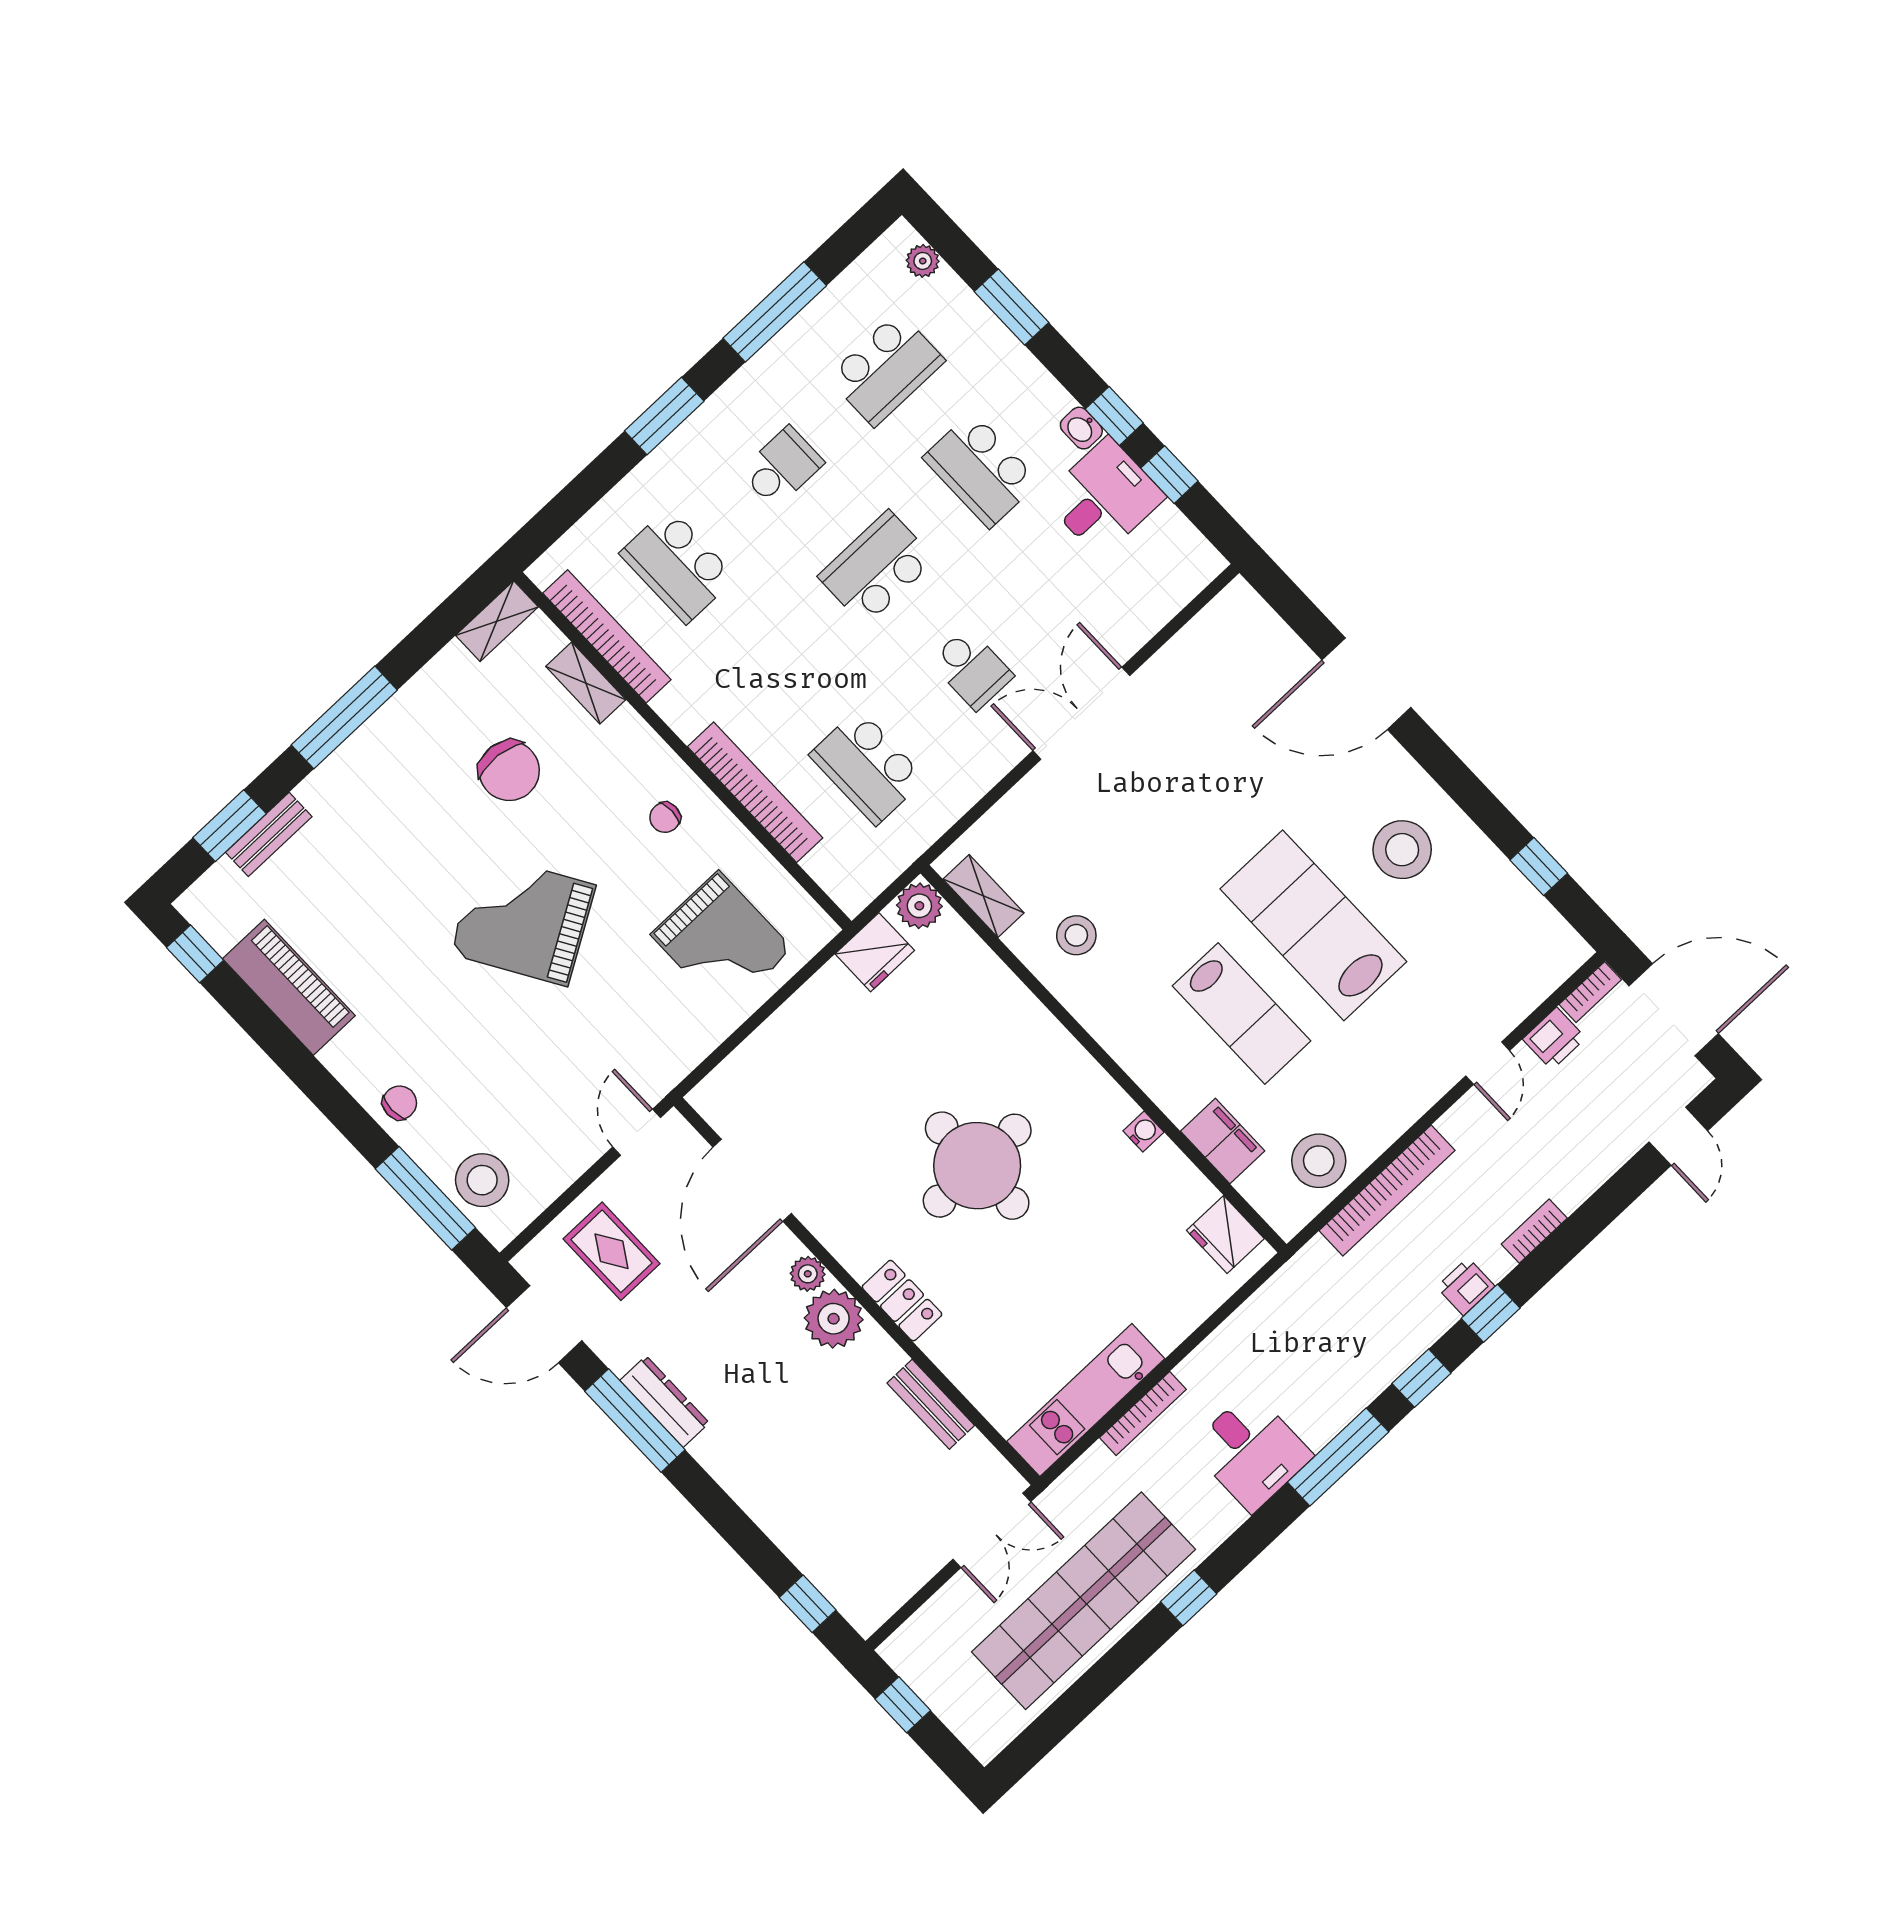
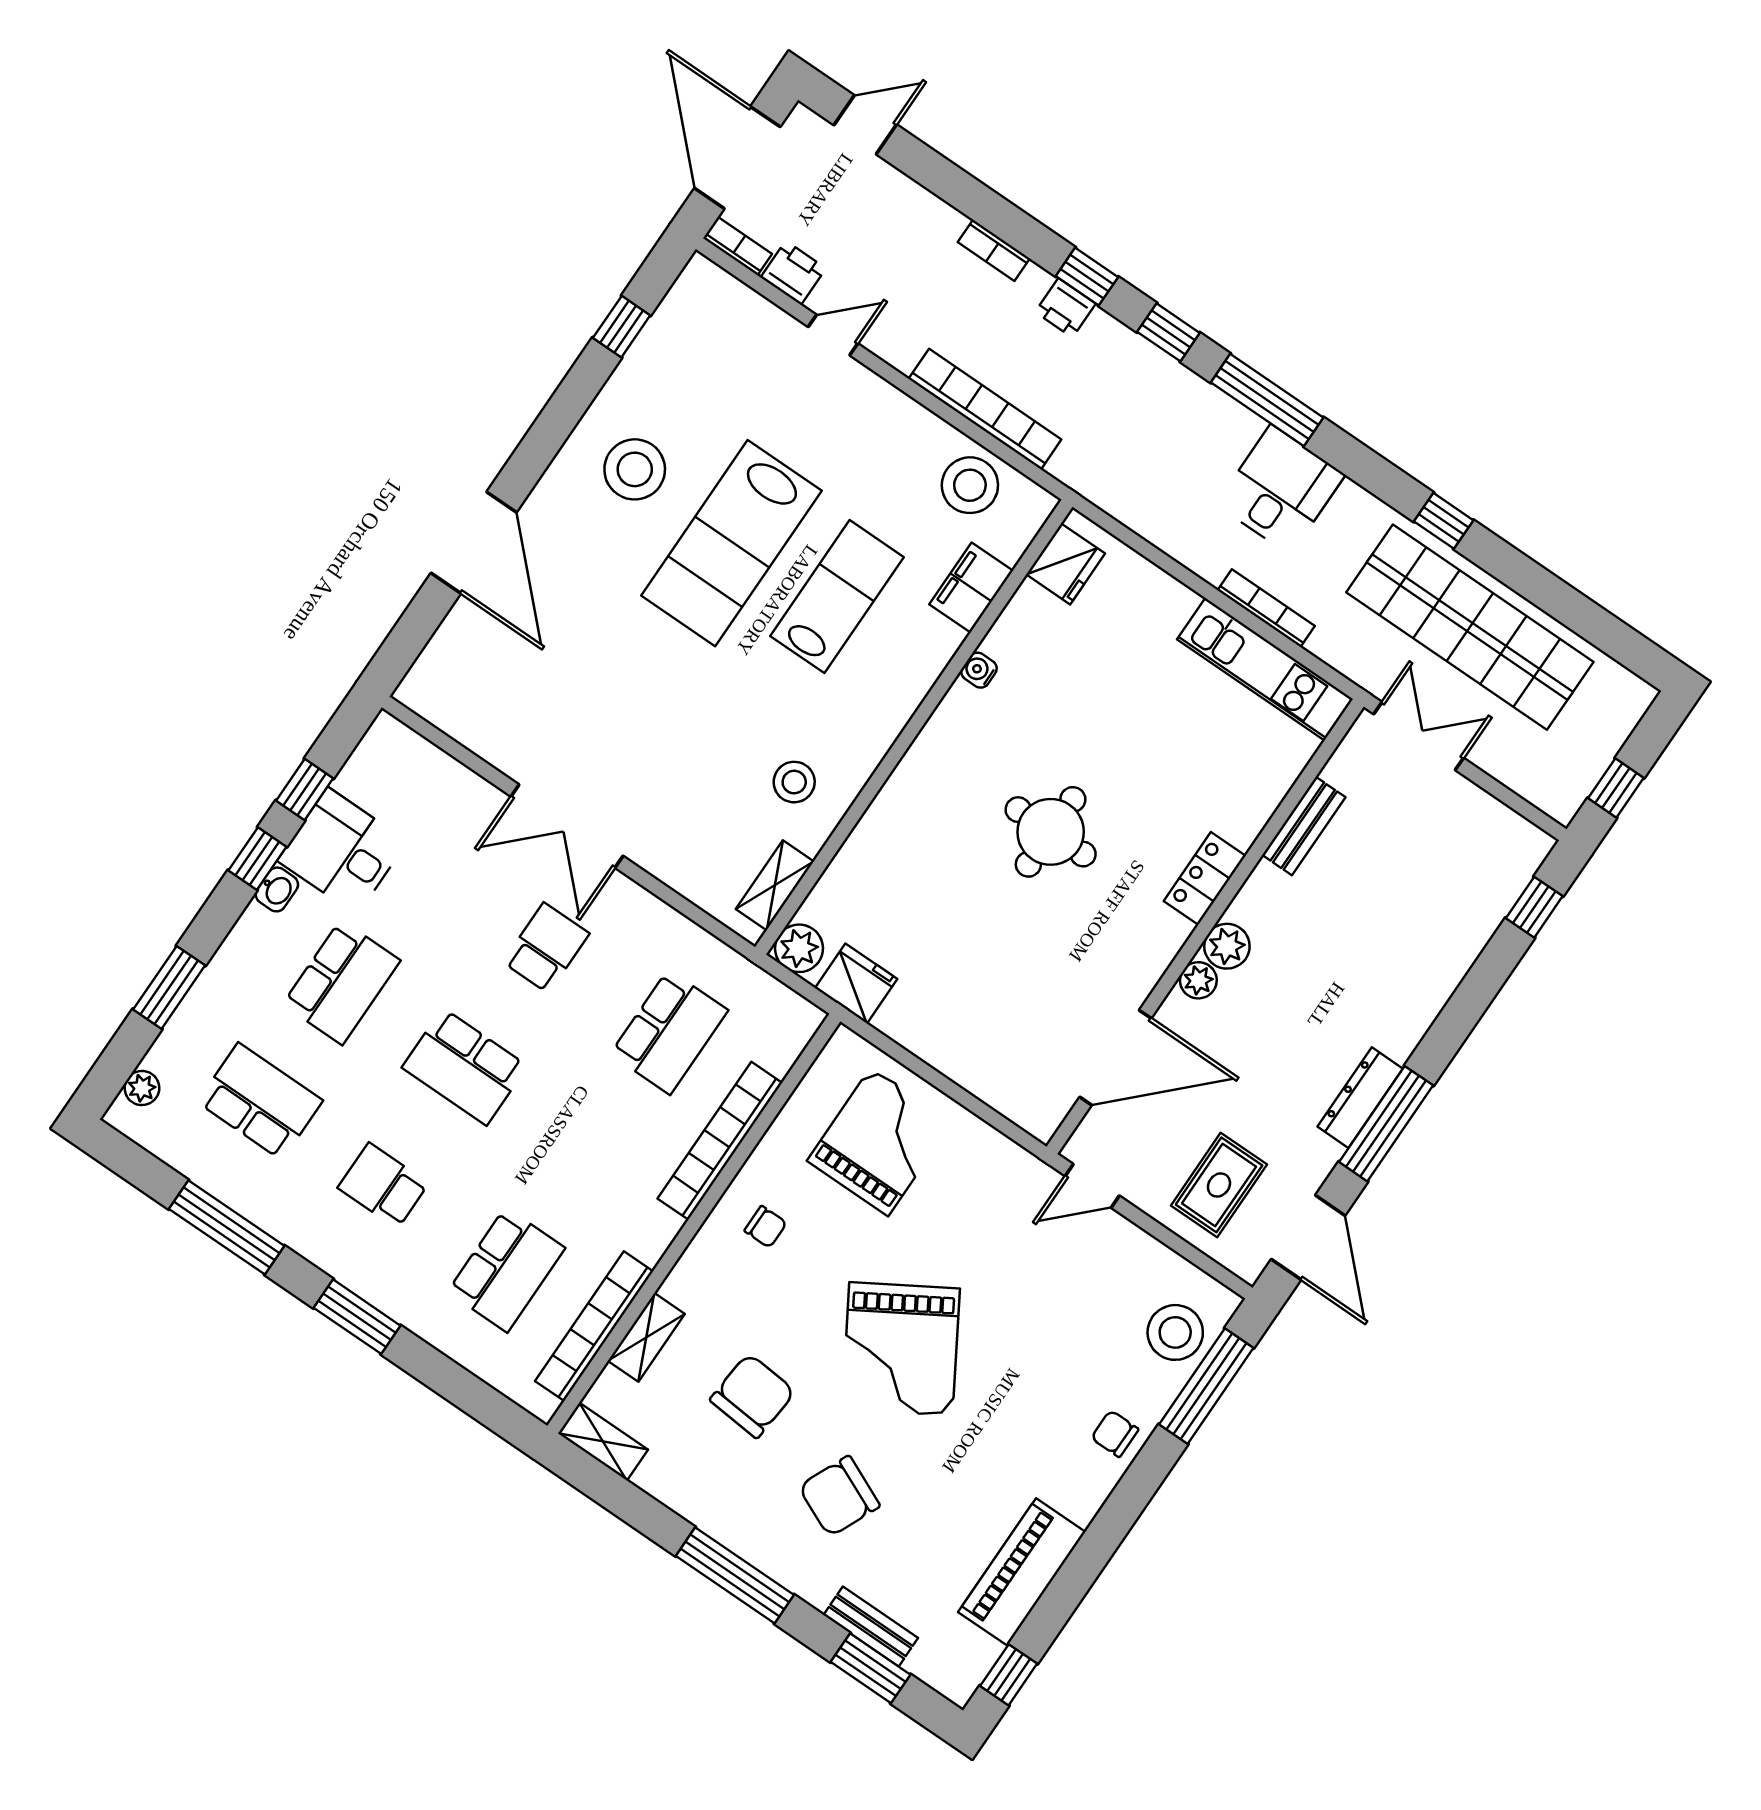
chair: (397, 831) -> (839, 1496), added
round table: (977, 1166) -> (1051, 832), width x0.73, depth x0.73
plant: (834, 1319) -> (1227, 946), width x0.73, depth x0.73

